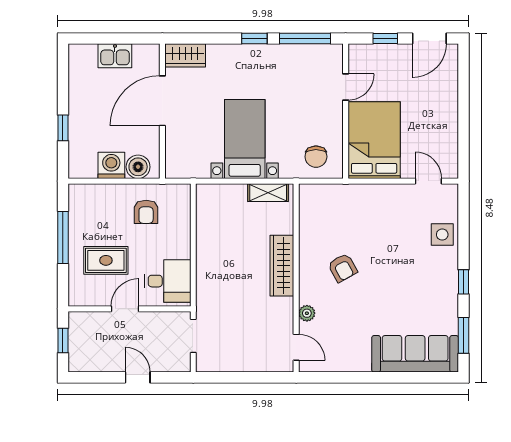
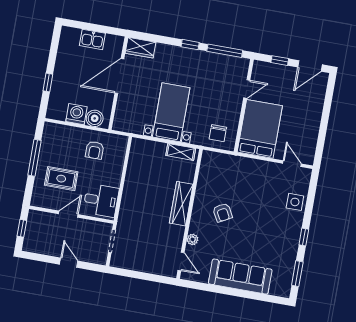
sofa: (415, 354) -> (240, 277), moved

